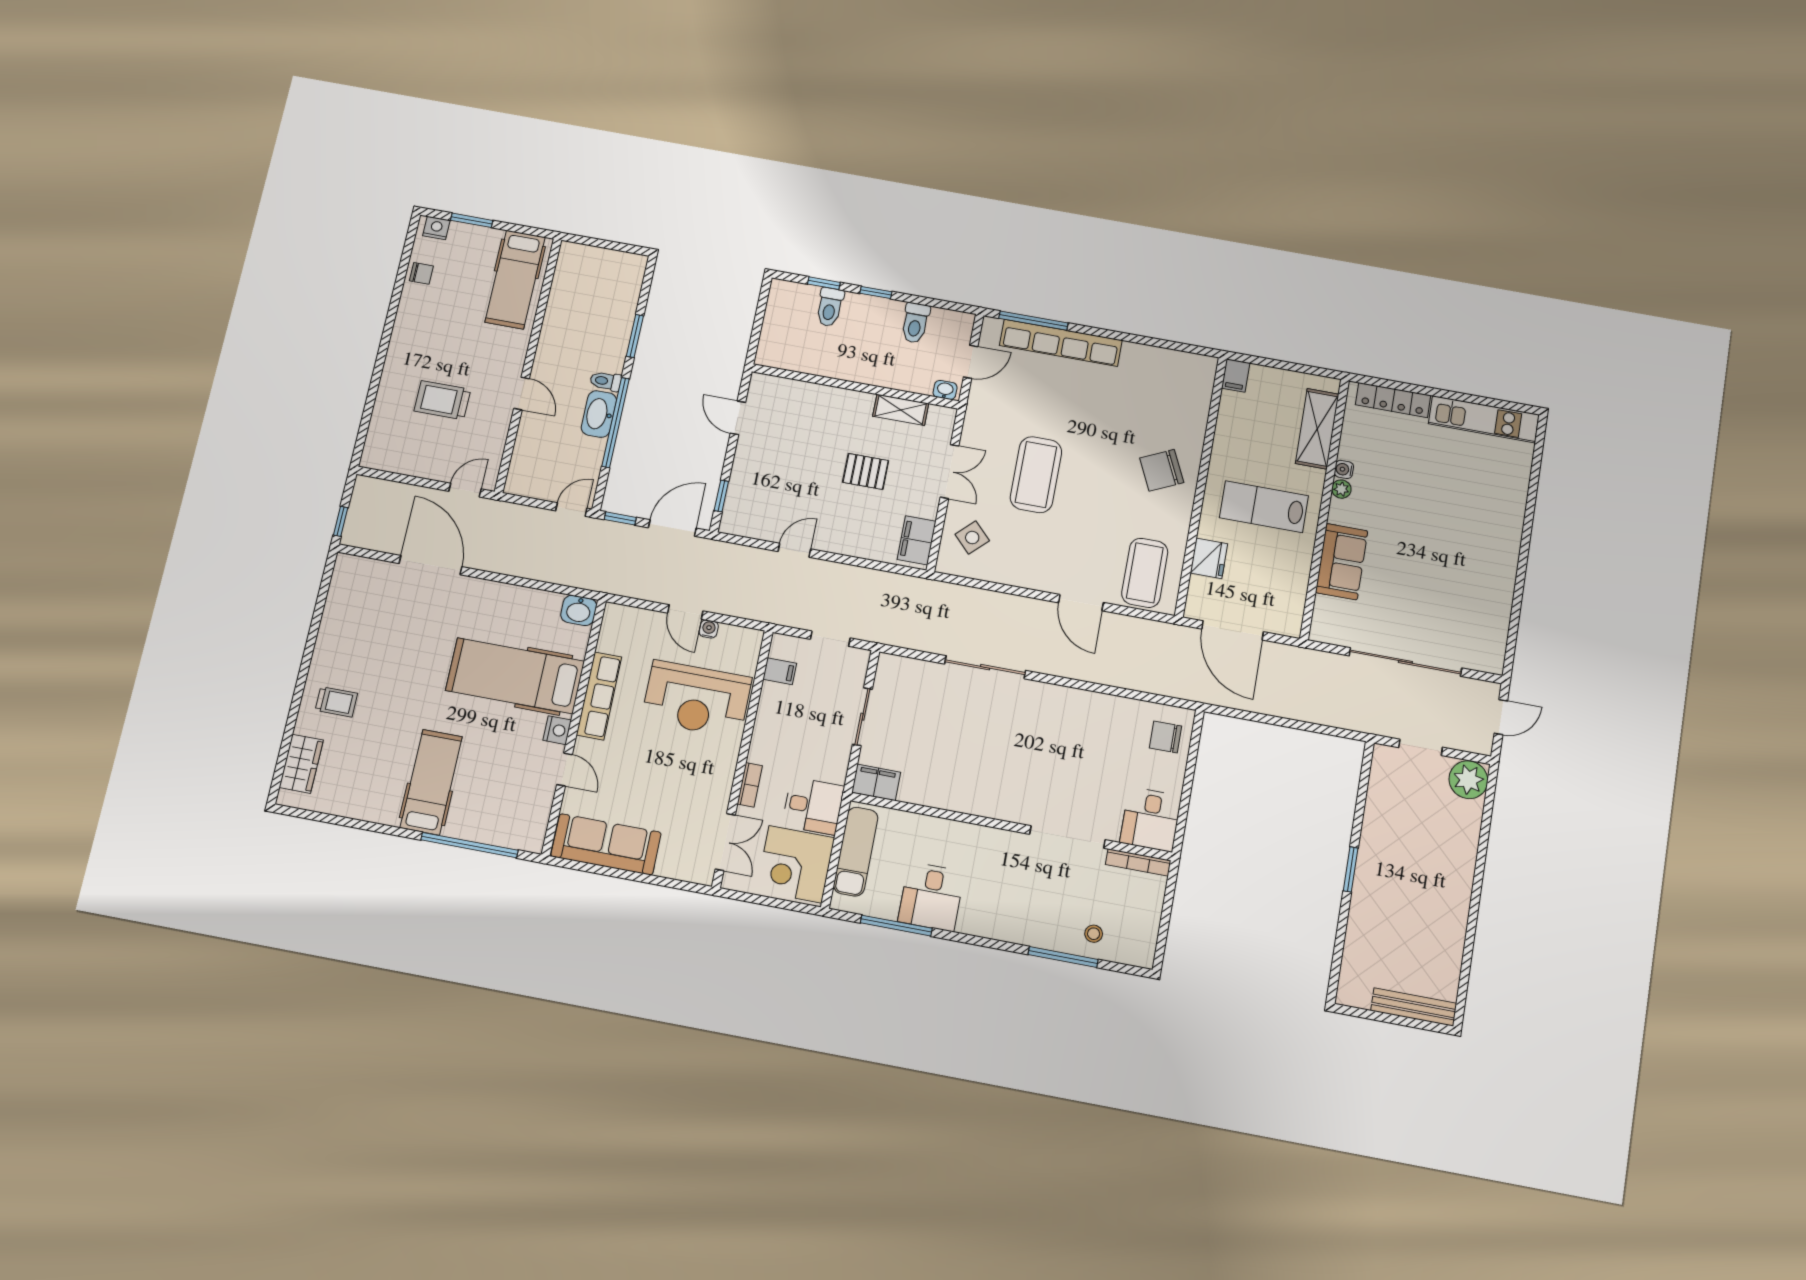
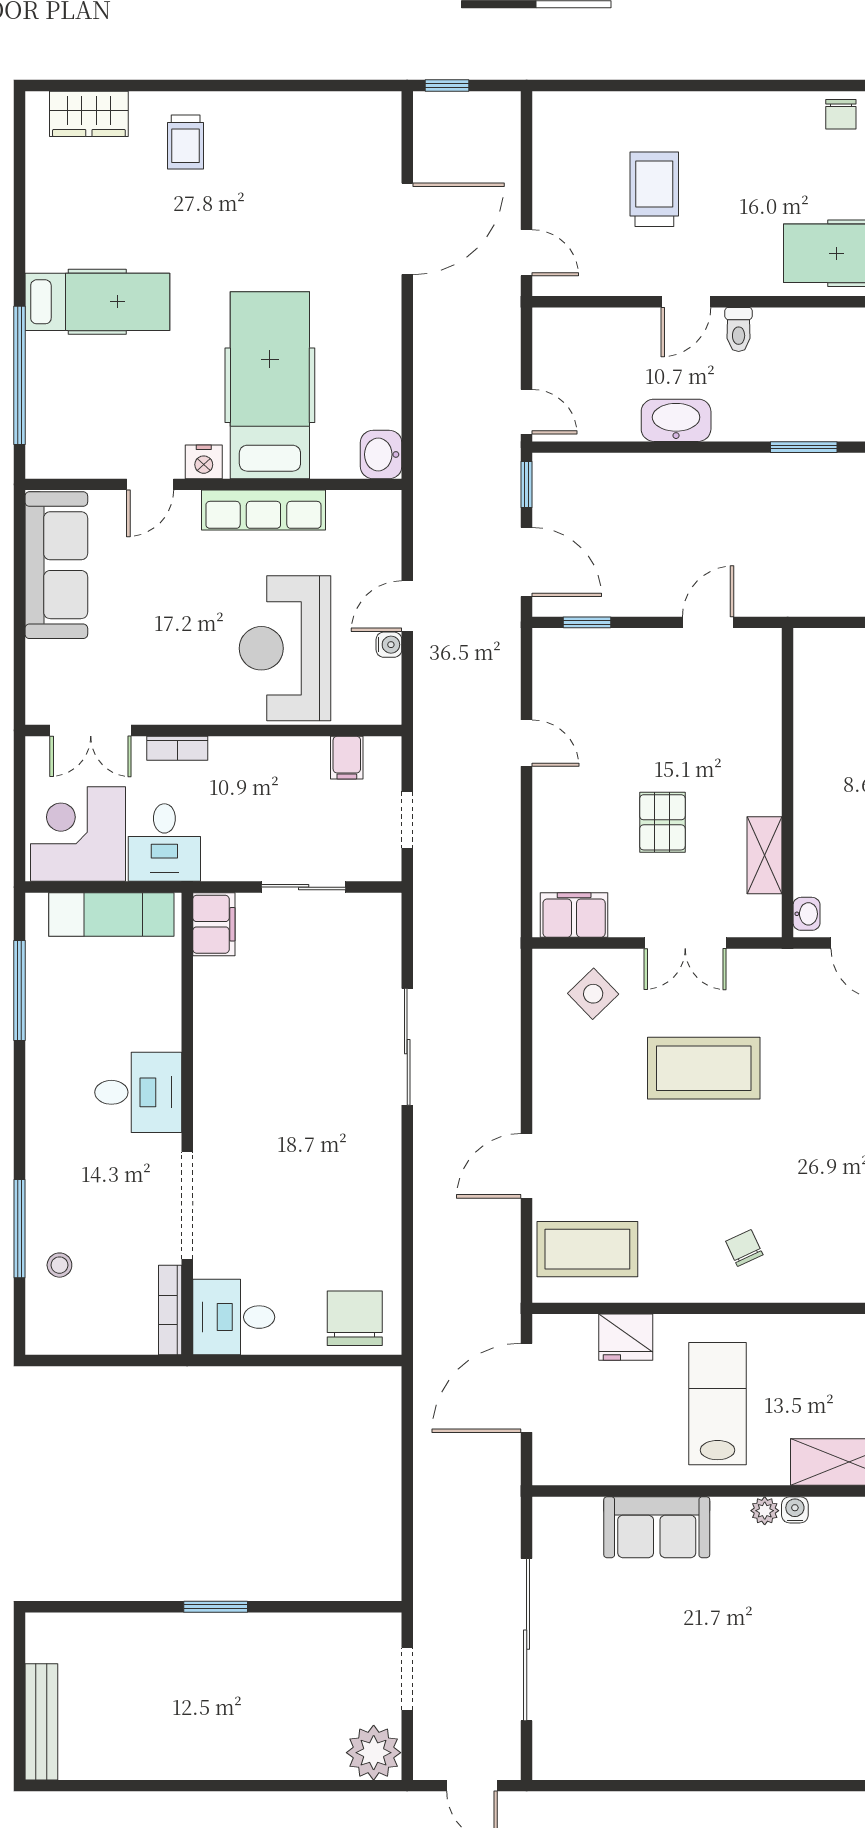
toilet: (606, 381) -> (739, 329), moved, turned 180
window: (616, 423) -> (668, 447), removed
chair: (1162, 470) -> (744, 1248), width x0.54, depth x0.54
chair: (1165, 737) -> (355, 1318), width x1.37, depth x1.37
desk: (931, 897) -> (138, 1092), moved, turned 180

